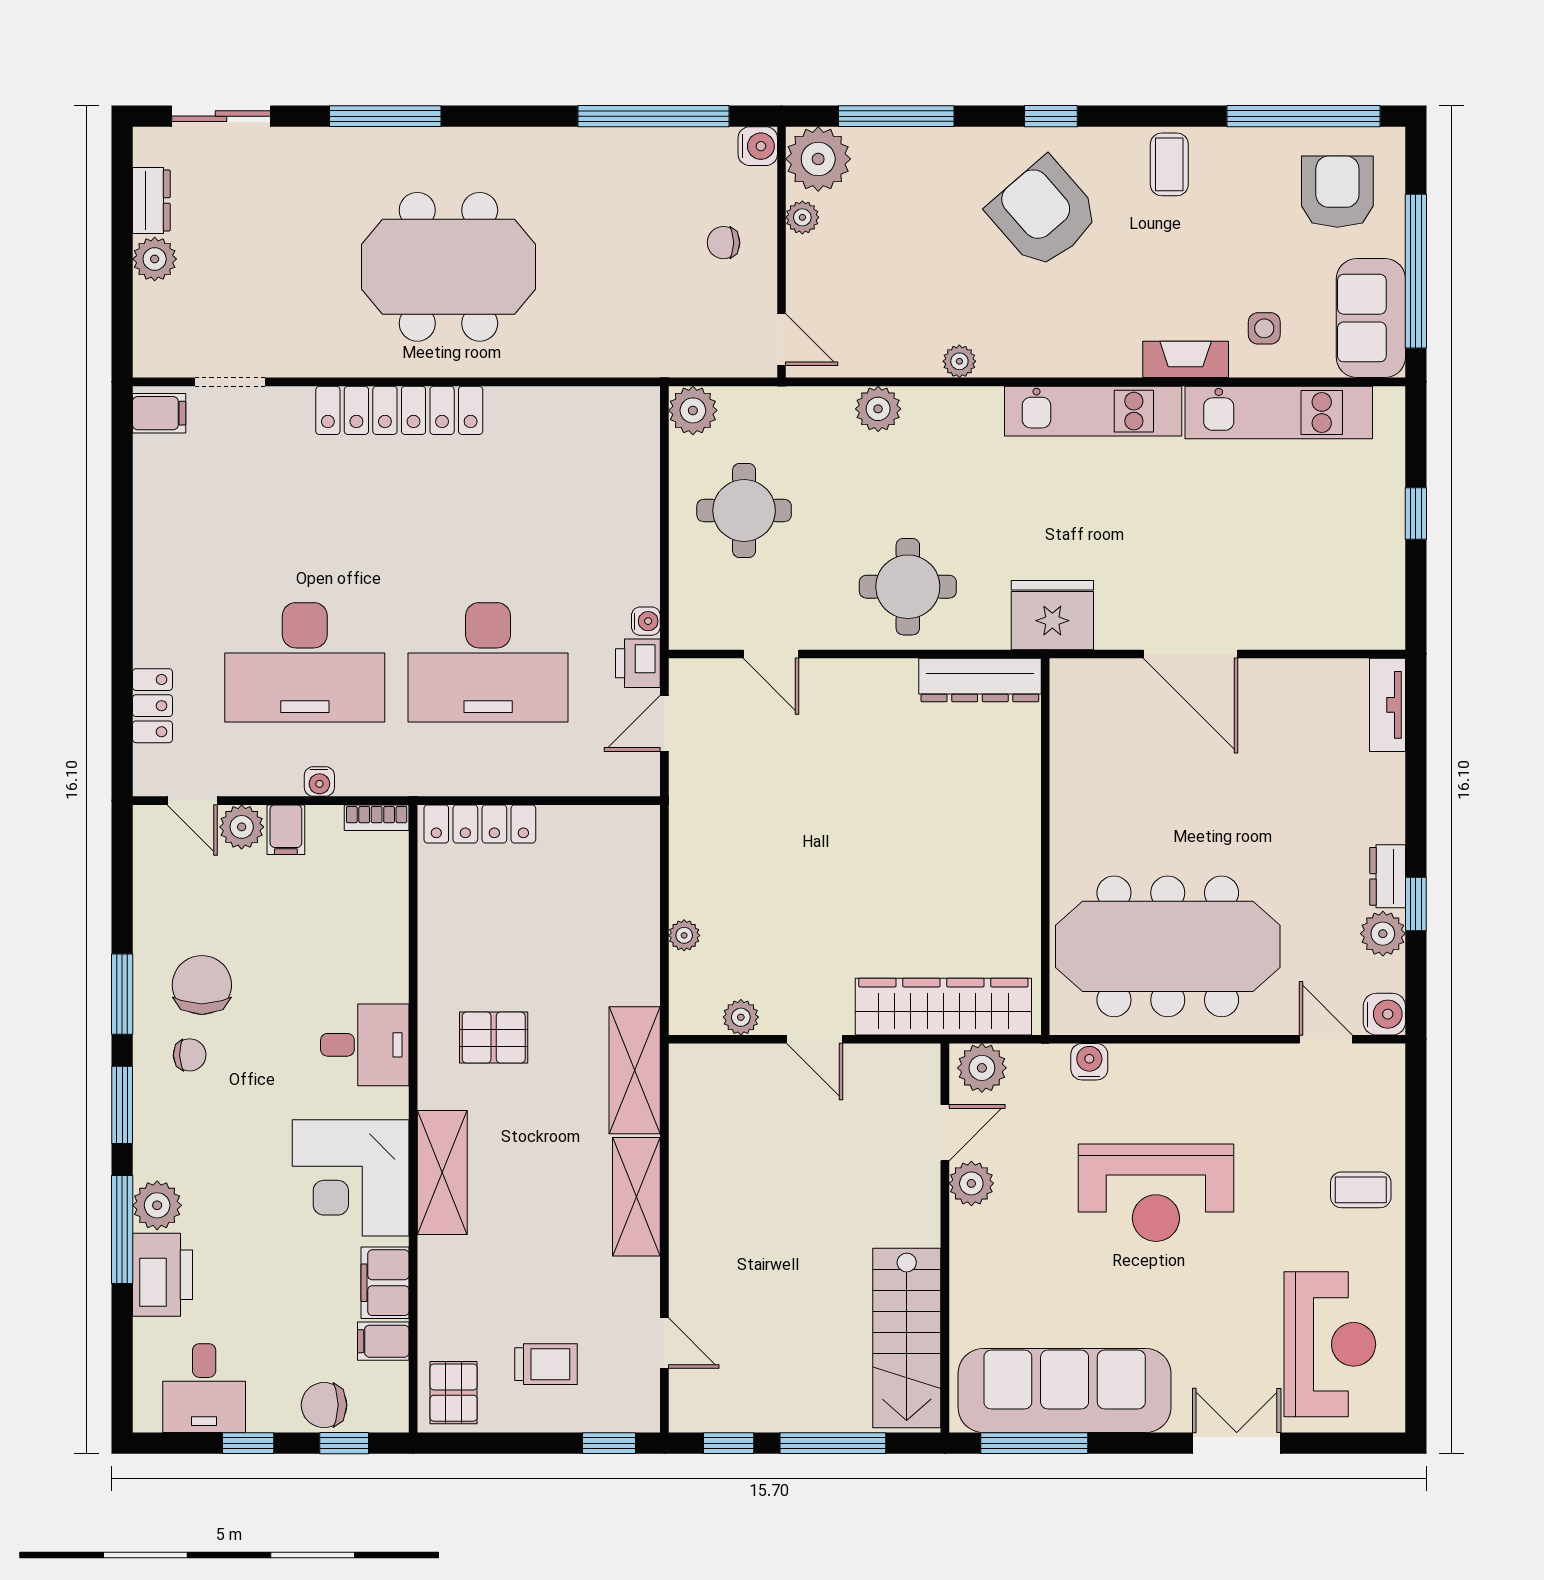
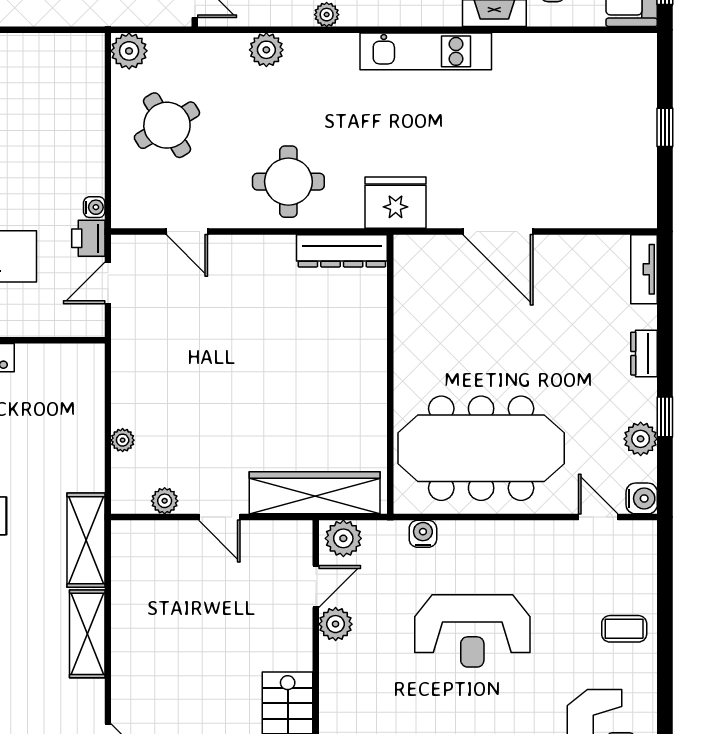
kitchen unit: (1279, 413) -> (563, 52), removed
round table: (744, 511) -> (167, 125), turned -31
dresser: (1388, 876) -> (644, 354), moved

